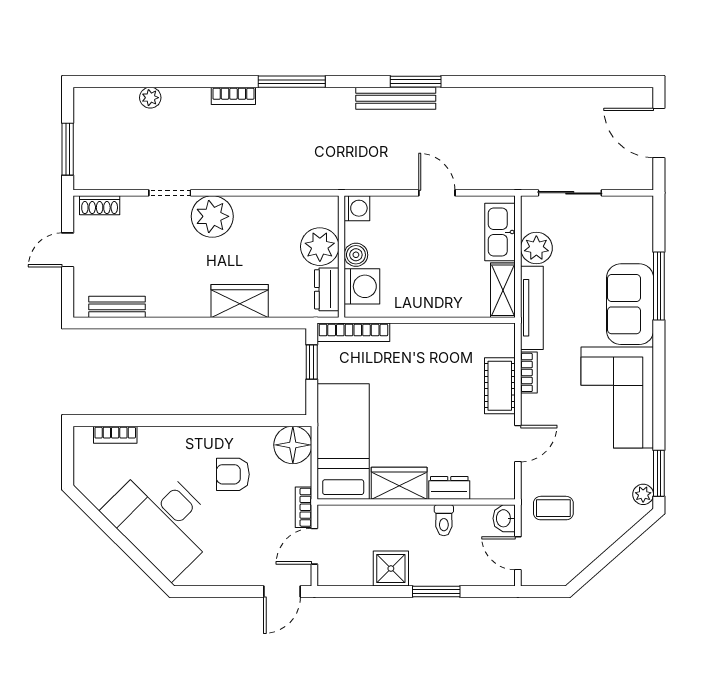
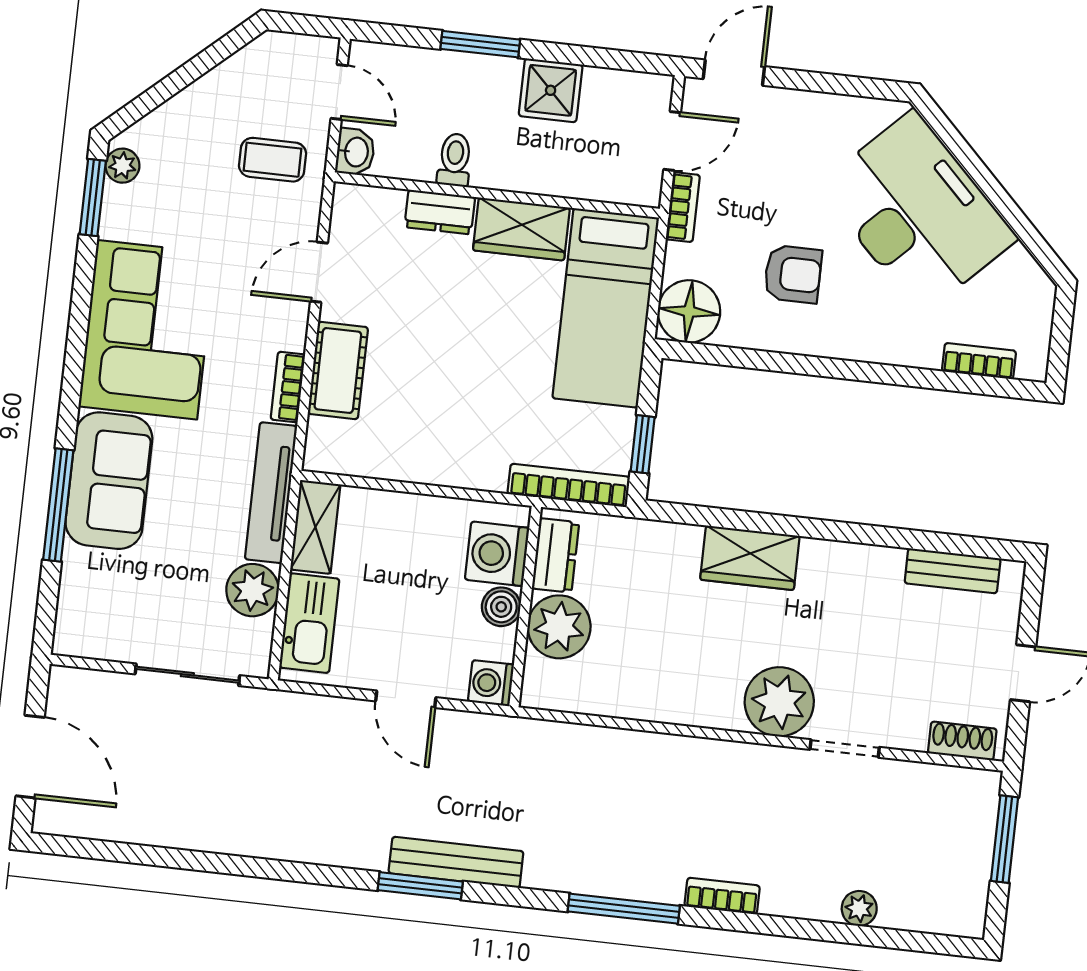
washing machine: (357, 208) -> (491, 683), moved
plant: (320, 247) -> (559, 627), moved
boiler: (356, 255) -> (501, 607), moved
wall: (342, 257) -> (525, 607), moved
washing machine: (362, 286) -> (497, 554), moved
dresser: (327, 289) -> (556, 555), moved

